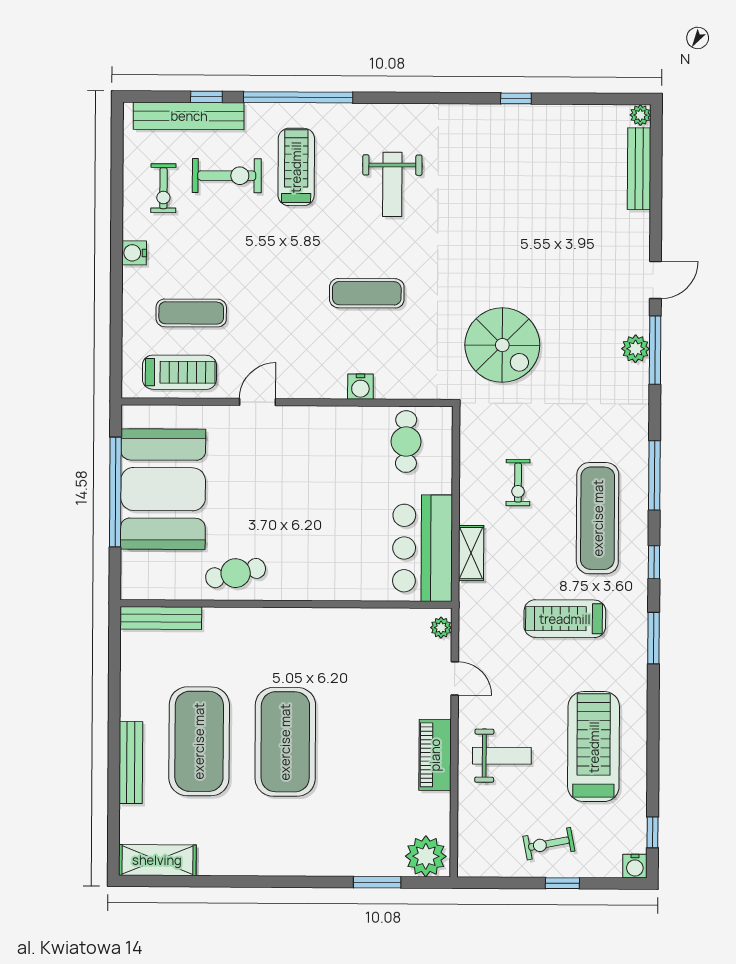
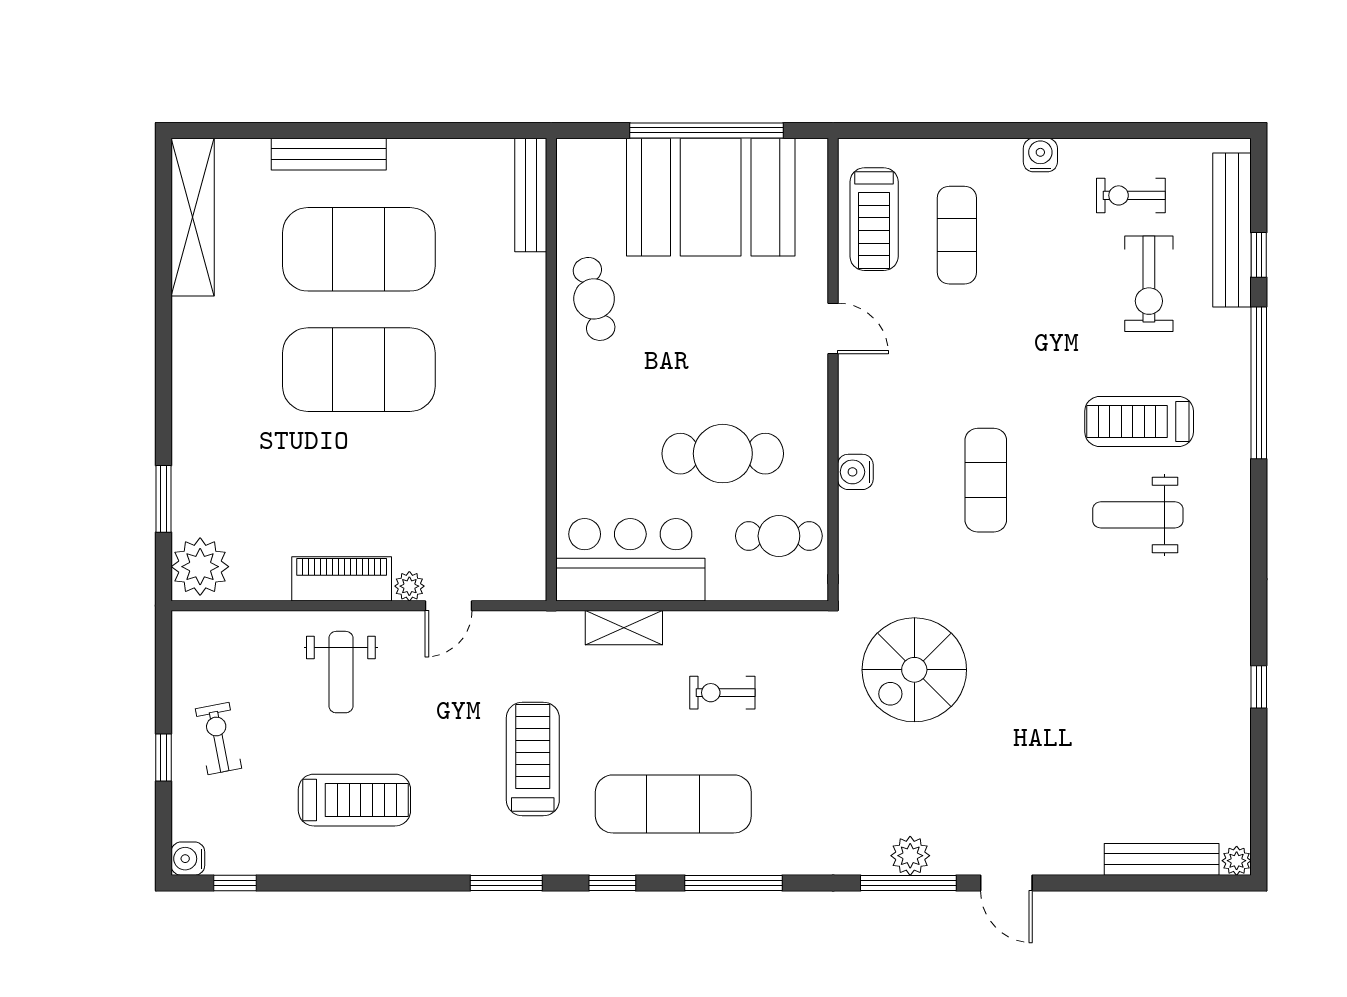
treadmill: (296, 167) -> (1139, 422), moved, turned 180
cafe table: (347, 481) -> (723, 454), added
plant: (441, 628) -> (409, 586), moved
treadmill: (594, 747) -> (354, 800), width x0.73, depth x0.73
shelving: (157, 860) -> (193, 217), width x1.47

